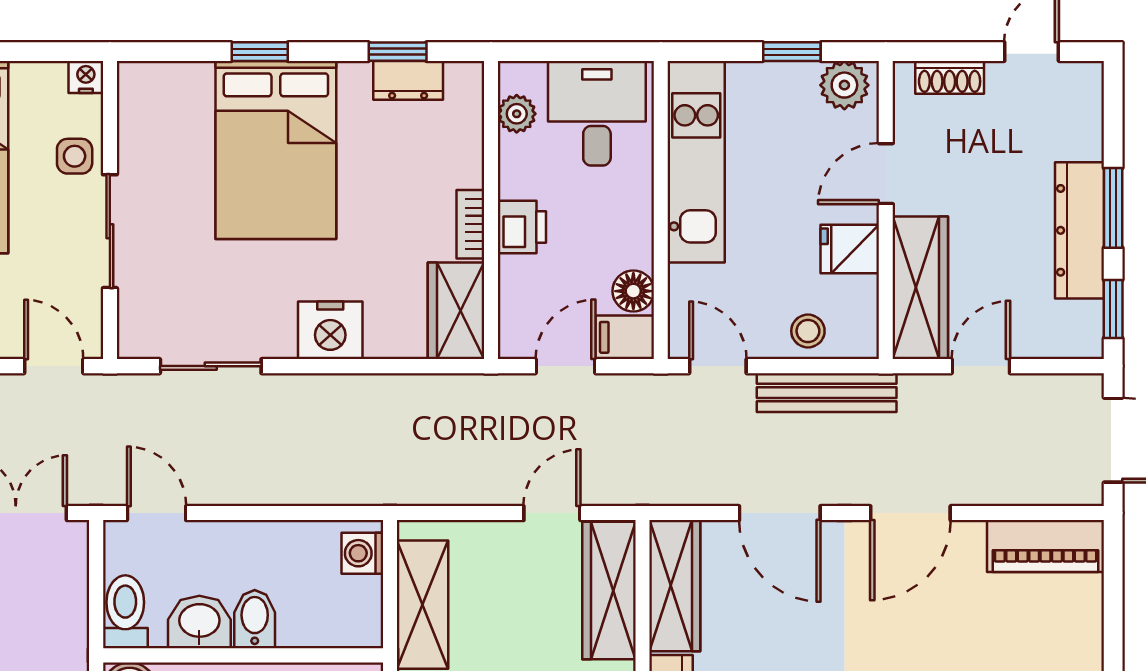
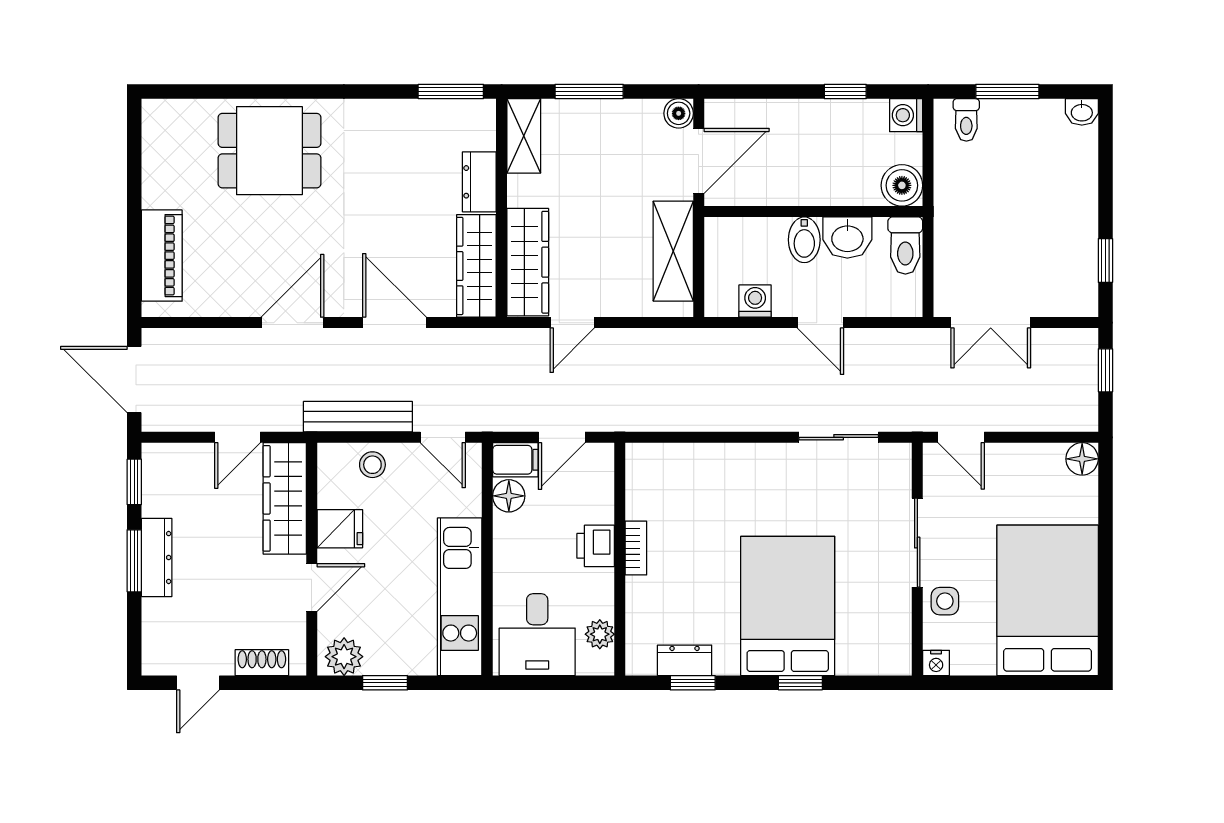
dresser: (1080, 230) -> (157, 558), width x0.73, depth x0.80
wardrobe: (456, 311) -> (647, 480), removed
nightstand: (330, 330) -> (745, 465), removed
door: (157, 513) -> (820, 323), moved
piano: (1046, 546) -> (162, 256), moved, turned 90
washing machine: (362, 553) -> (755, 301), moved, turned -90

